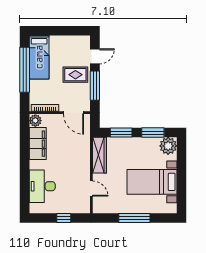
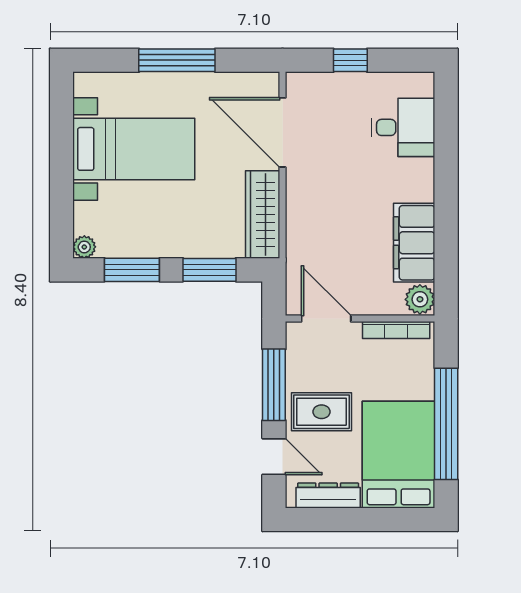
dresser: (73, 40) -> (328, 495), added
door: (95, 56) -> (274, 457), swing flipped
bed: (39, 57) -> (399, 455), width x1.50
plant: (168, 146) -> (84, 247), width x0.53, depth x0.53
desk: (42, 186) -> (403, 127), width x0.73
door: (91, 189) -> (283, 132), width x1.87

